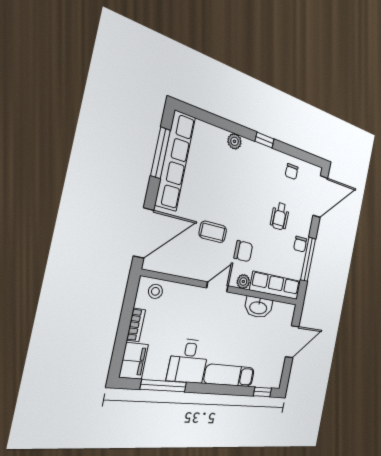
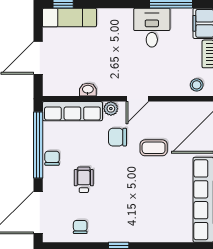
plant: (235, 141) -> (150, 235), removed
window: (308, 259) -> (38, 145), width x1.46
washbasin: (258, 307) -> (88, 90), width x0.52, depth x0.69
exam couch: (229, 375) -> (69, 18), moved

